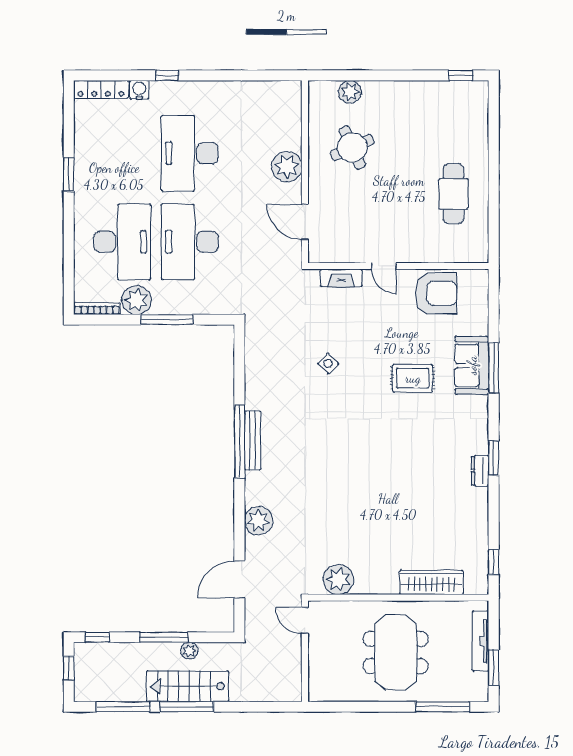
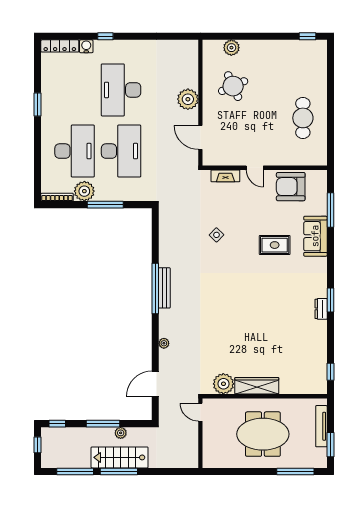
desk: (190, 242) -> (121, 151), turned 180
armchair: (436, 293) -> (291, 187), turned 180
window: (494, 368) -> (330, 210), moved
plant: (259, 521) -> (164, 343), width x0.53, depth x0.53
wardrobe: (431, 582) -> (257, 386), moved
meeting table: (396, 652) -> (263, 434), turned 90

